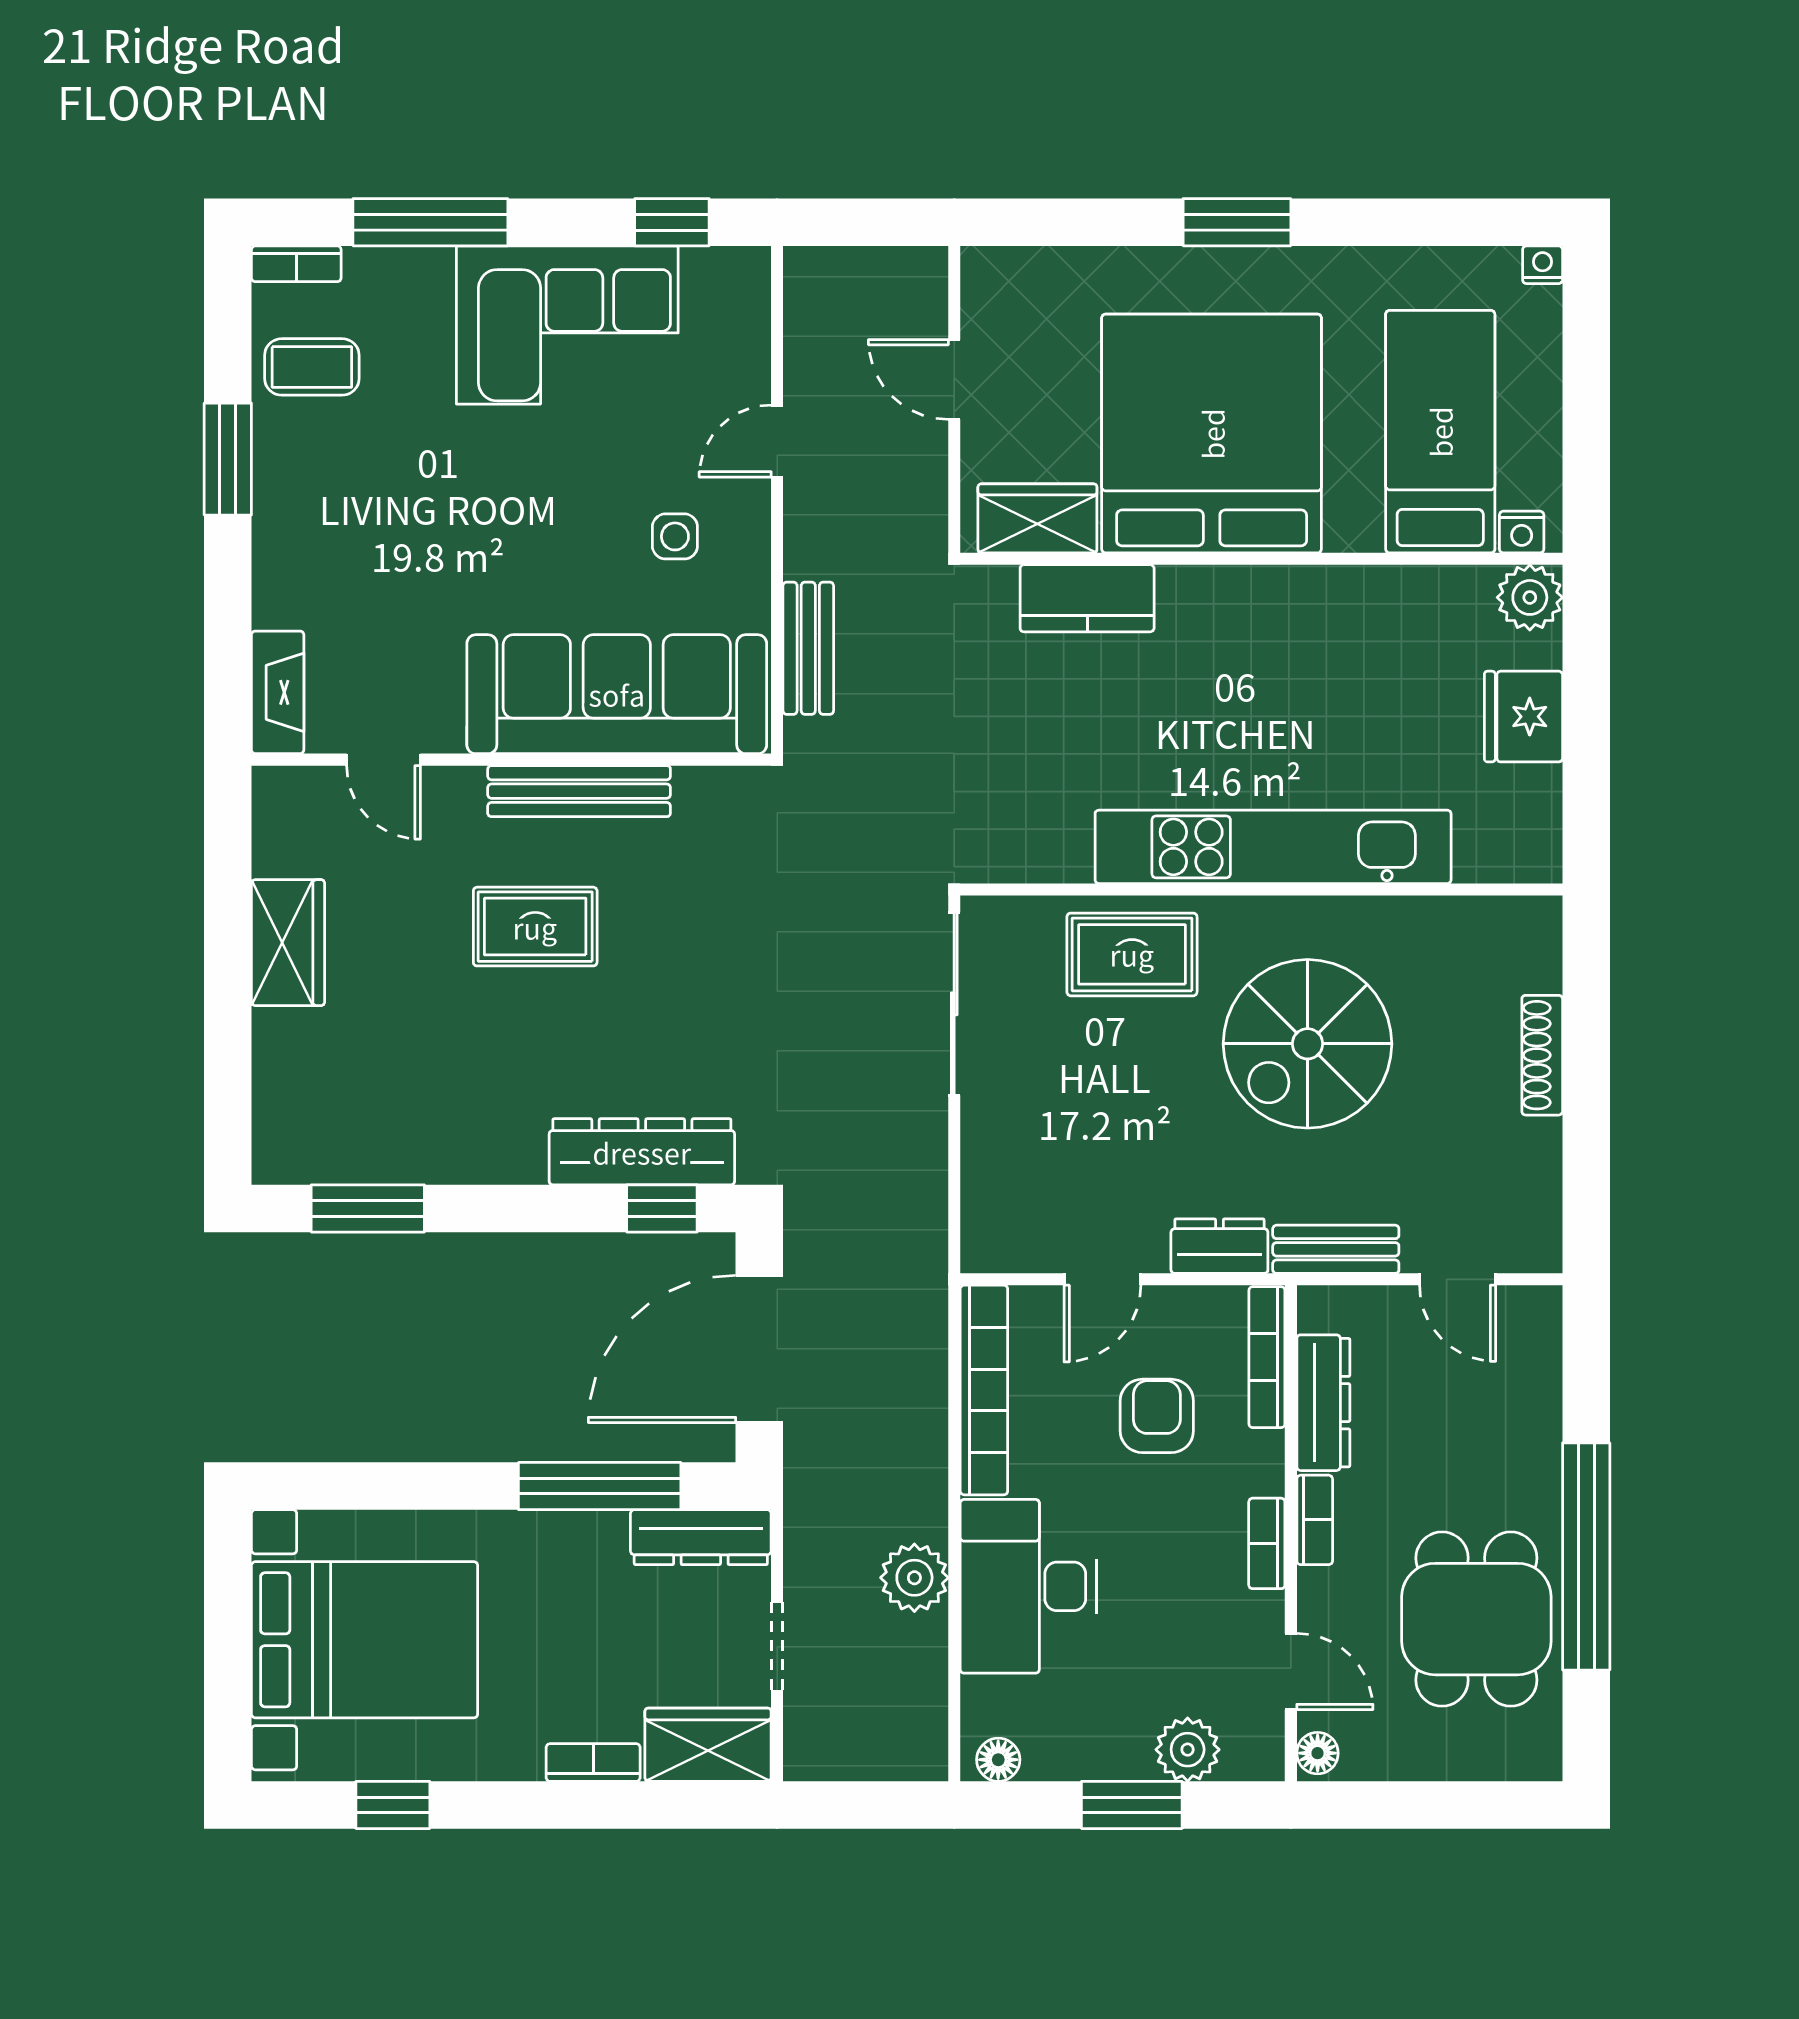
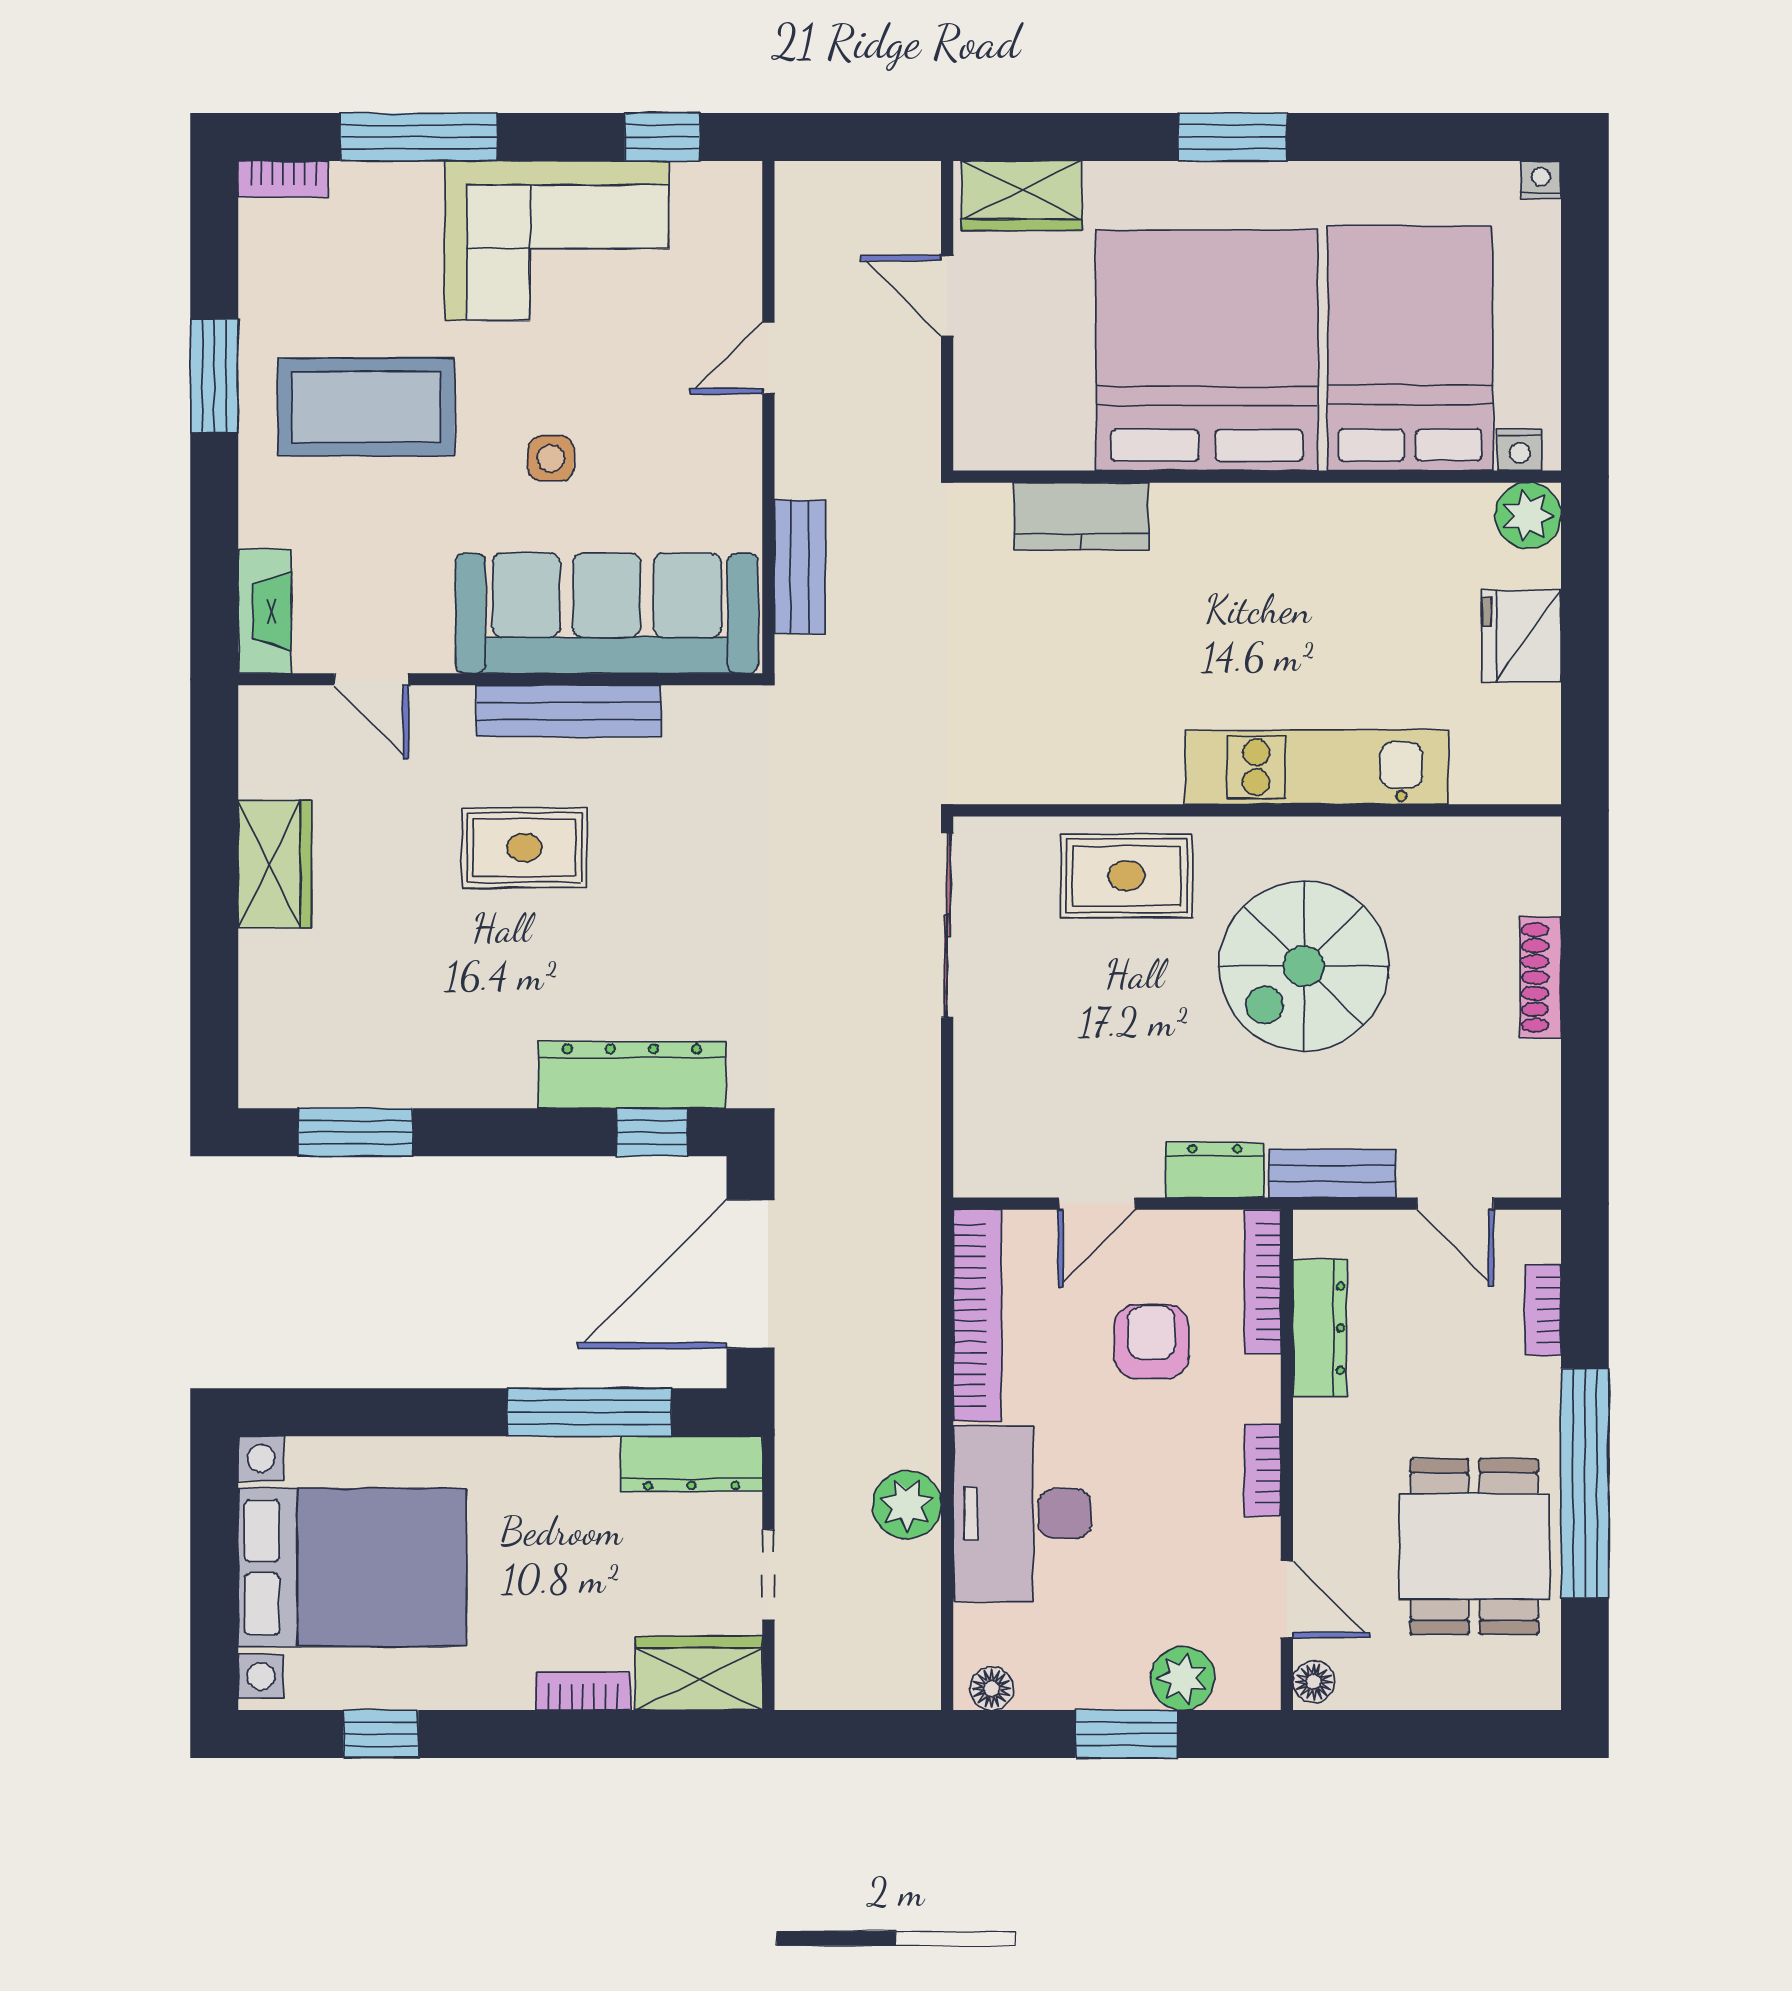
coffee table: (312, 367) -> (366, 407), moved, width x1.86, depth x1.72
bed: (1440, 432) -> (1410, 348), width x1.50
wardrobe: (1037, 518) -> (1021, 196), moved, turned 180
side table: (675, 536) -> (551, 458), moved
kitchen unit: (1273, 847) -> (1317, 767), width x0.73
bookcase: (1315, 1520) -> (1543, 1310), moved, turned 180

